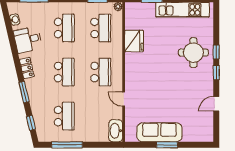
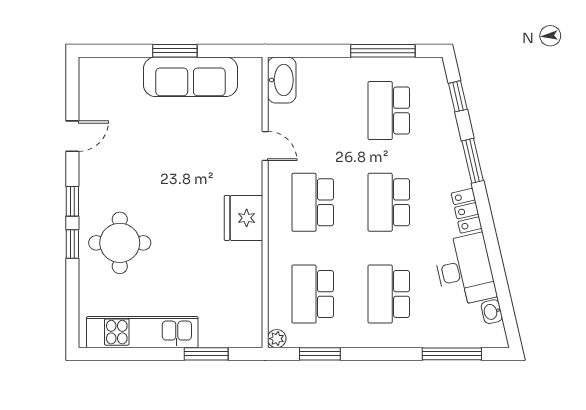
desk: (28, 40) -> (465, 270), width x1.37
fridge: (134, 41) -> (243, 218), moved

